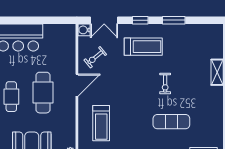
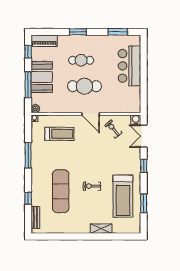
window: (174, 20) -> (144, 203), moved
treadmill: (143, 47) -> (123, 196), moved, width x1.37, depth x1.38
exercise mat: (171, 122) -> (61, 191), width x1.36, depth x1.45
treadmill: (101, 123) -> (59, 134), turned 180

